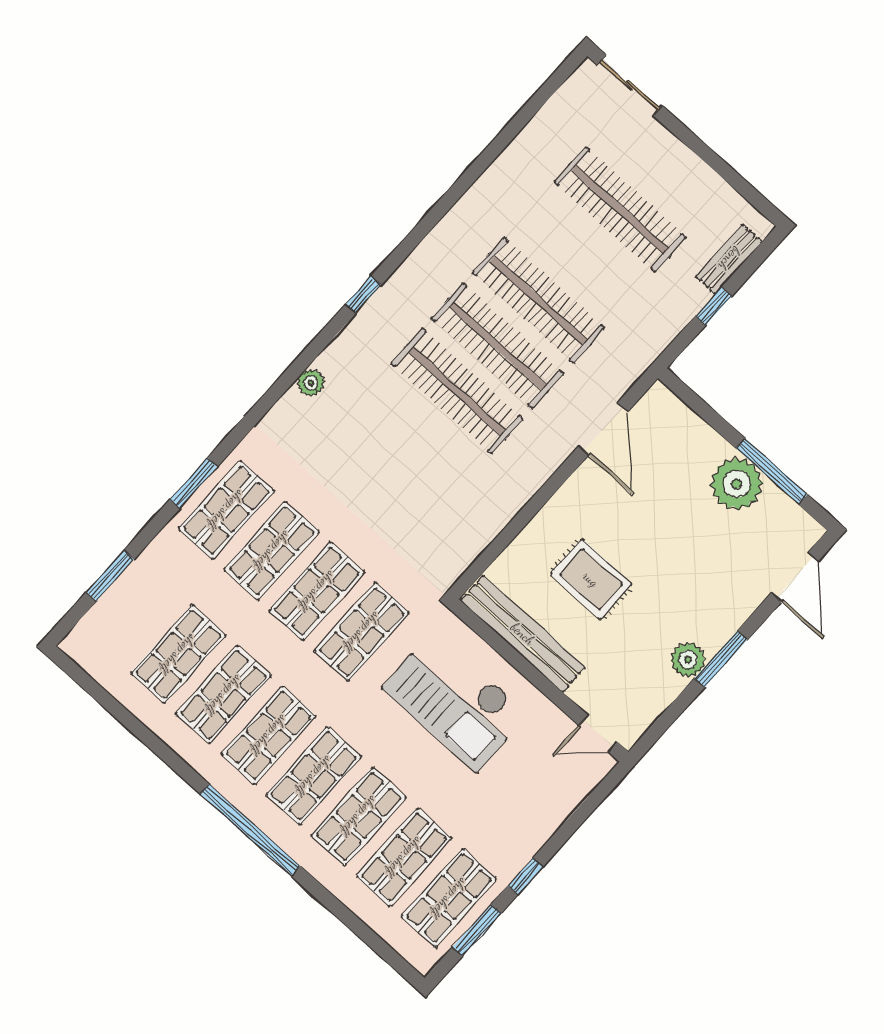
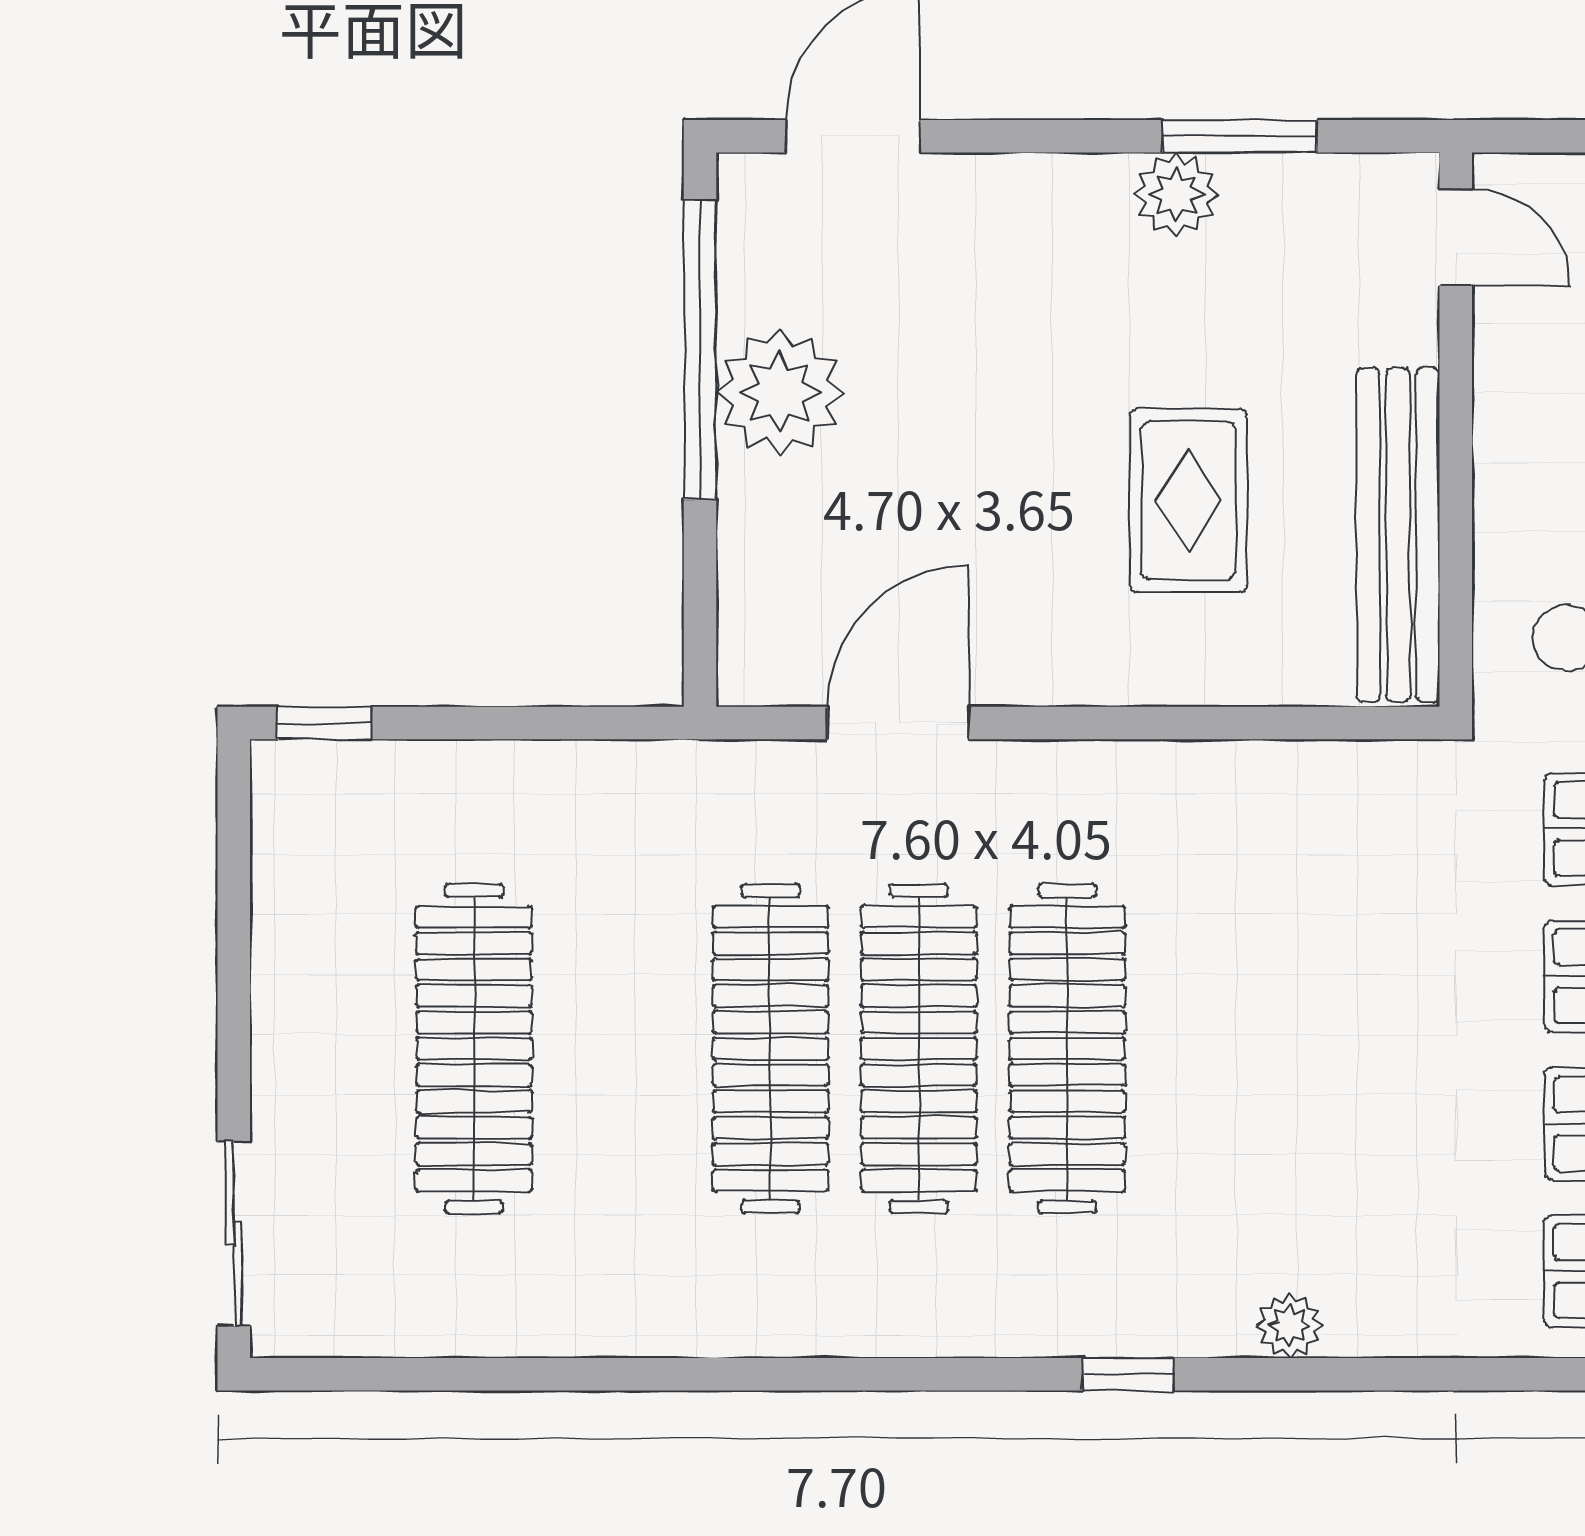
bench: (729, 259) -> (386, 772), removed
window: (363, 295) -> (1129, 1374), moved
window: (714, 306) -> (324, 723), moved
window: (772, 471) -> (700, 350), width x1.46
window: (721, 659) -> (1240, 136), moved

